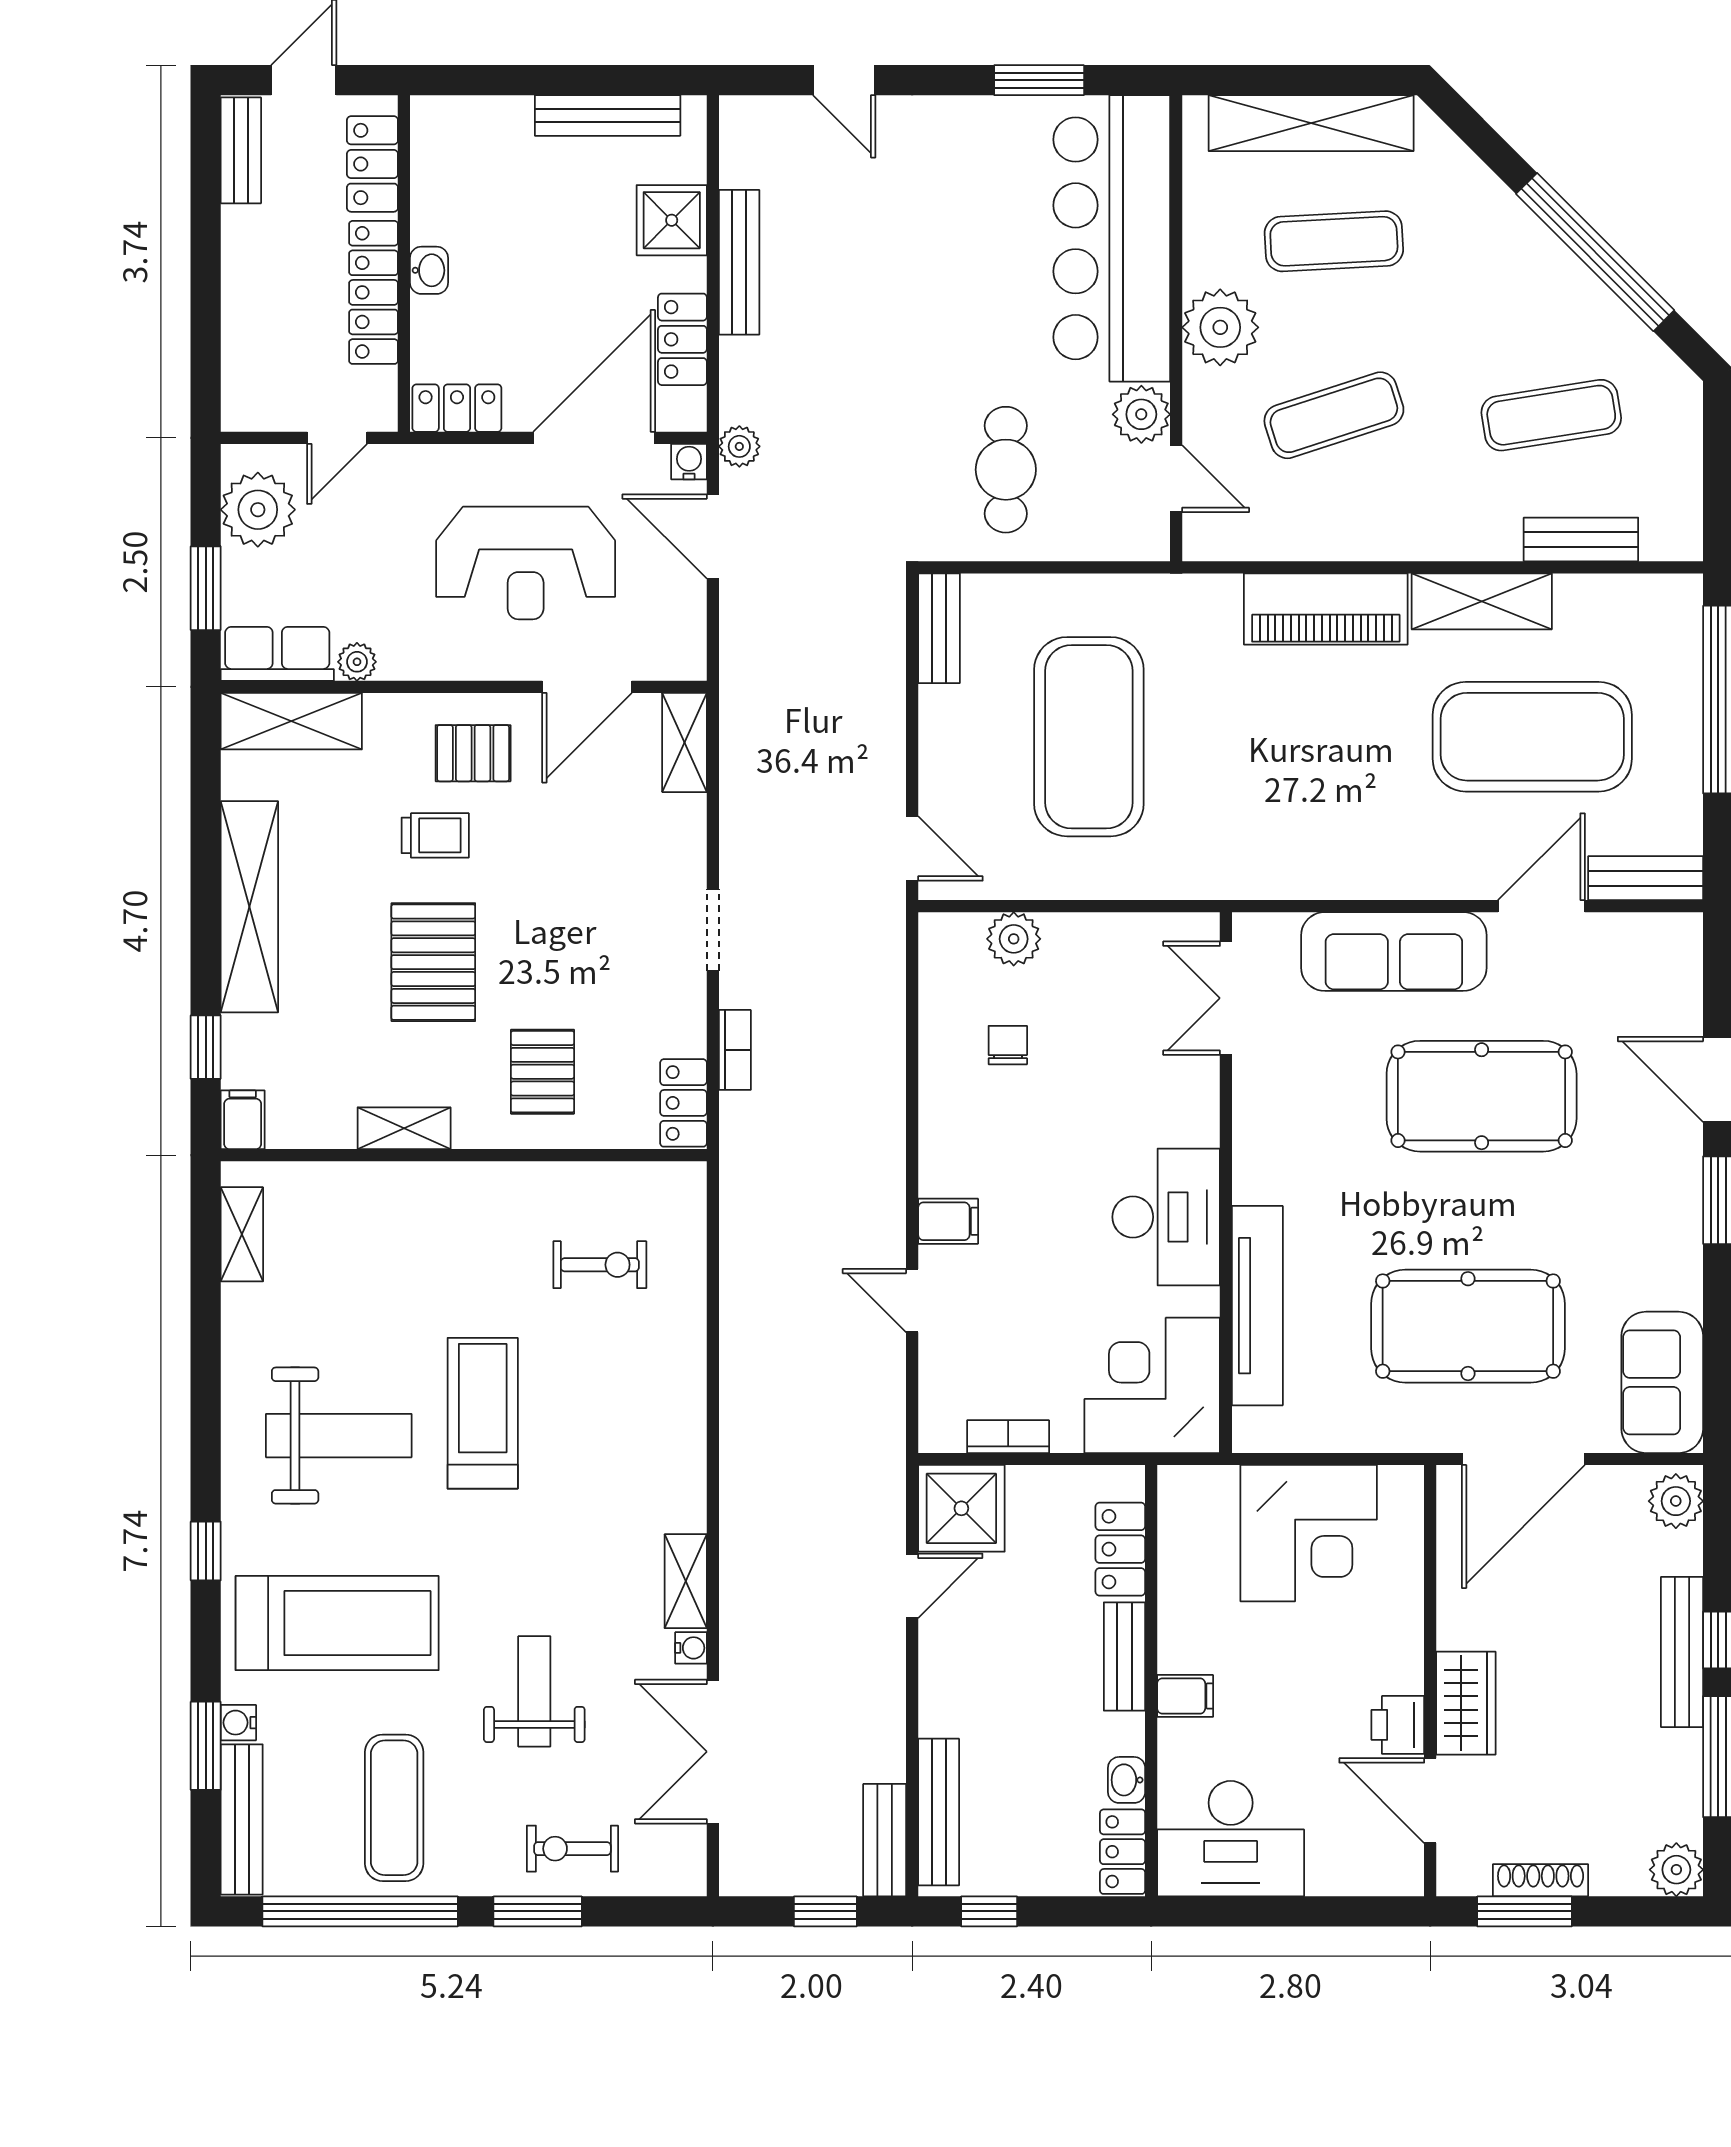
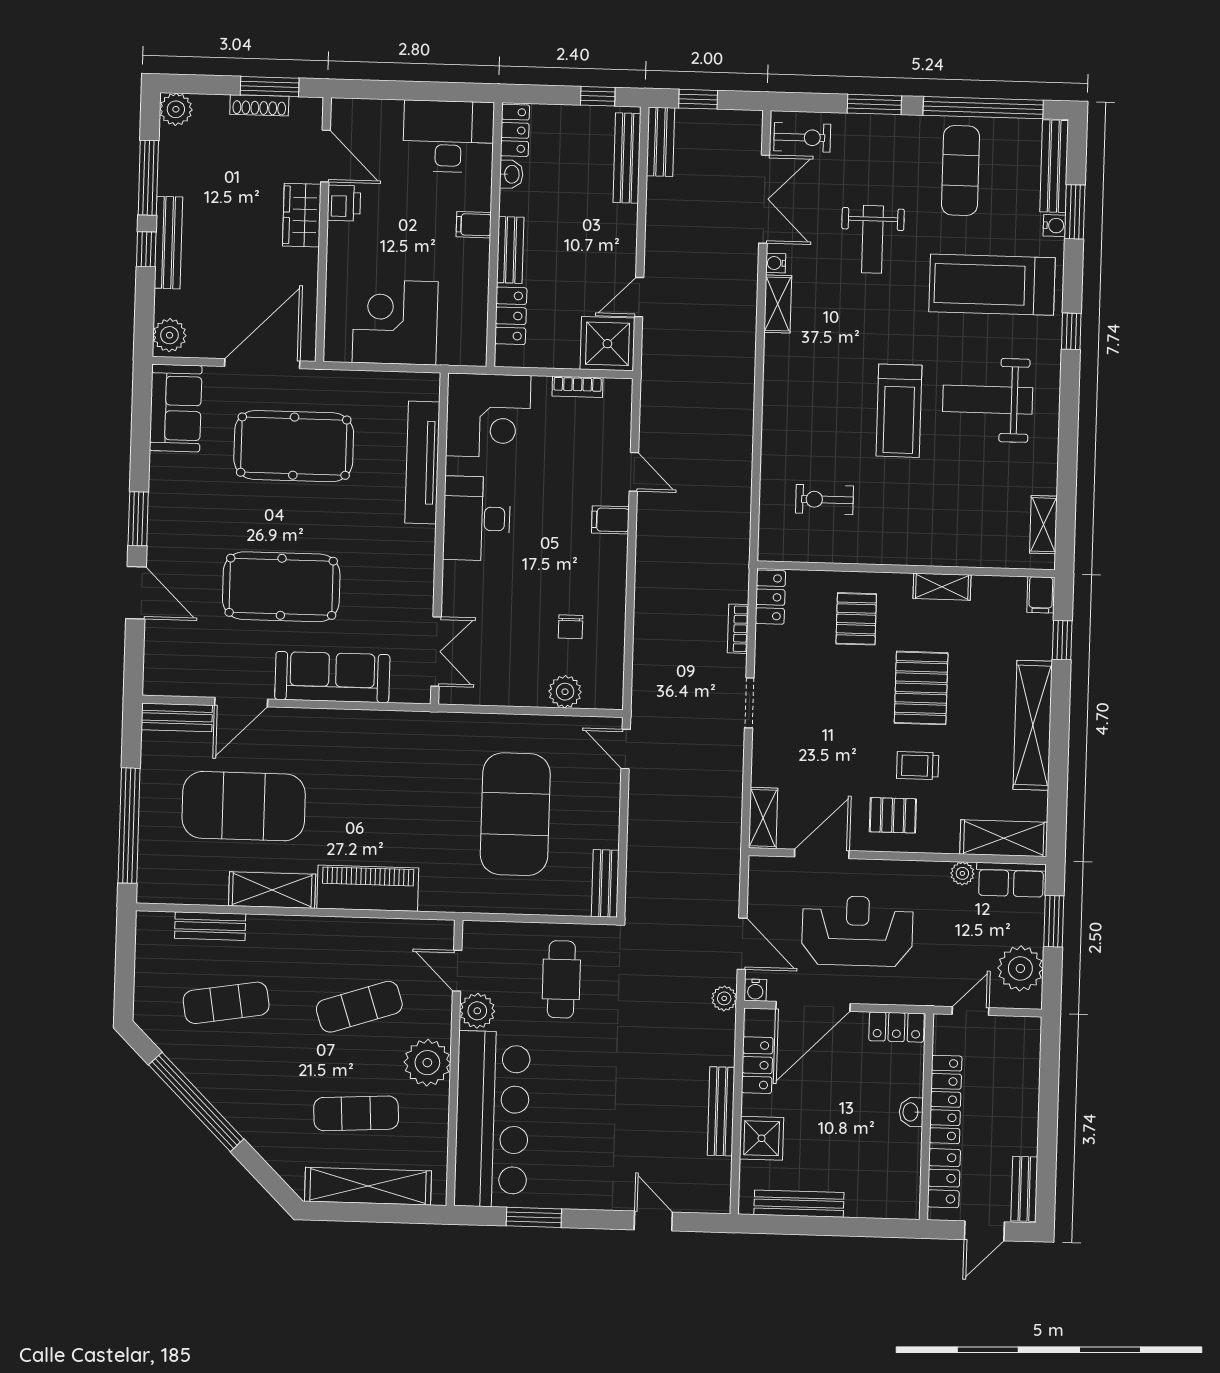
exercise bike: (572, 1849) -> (802, 137), moved

